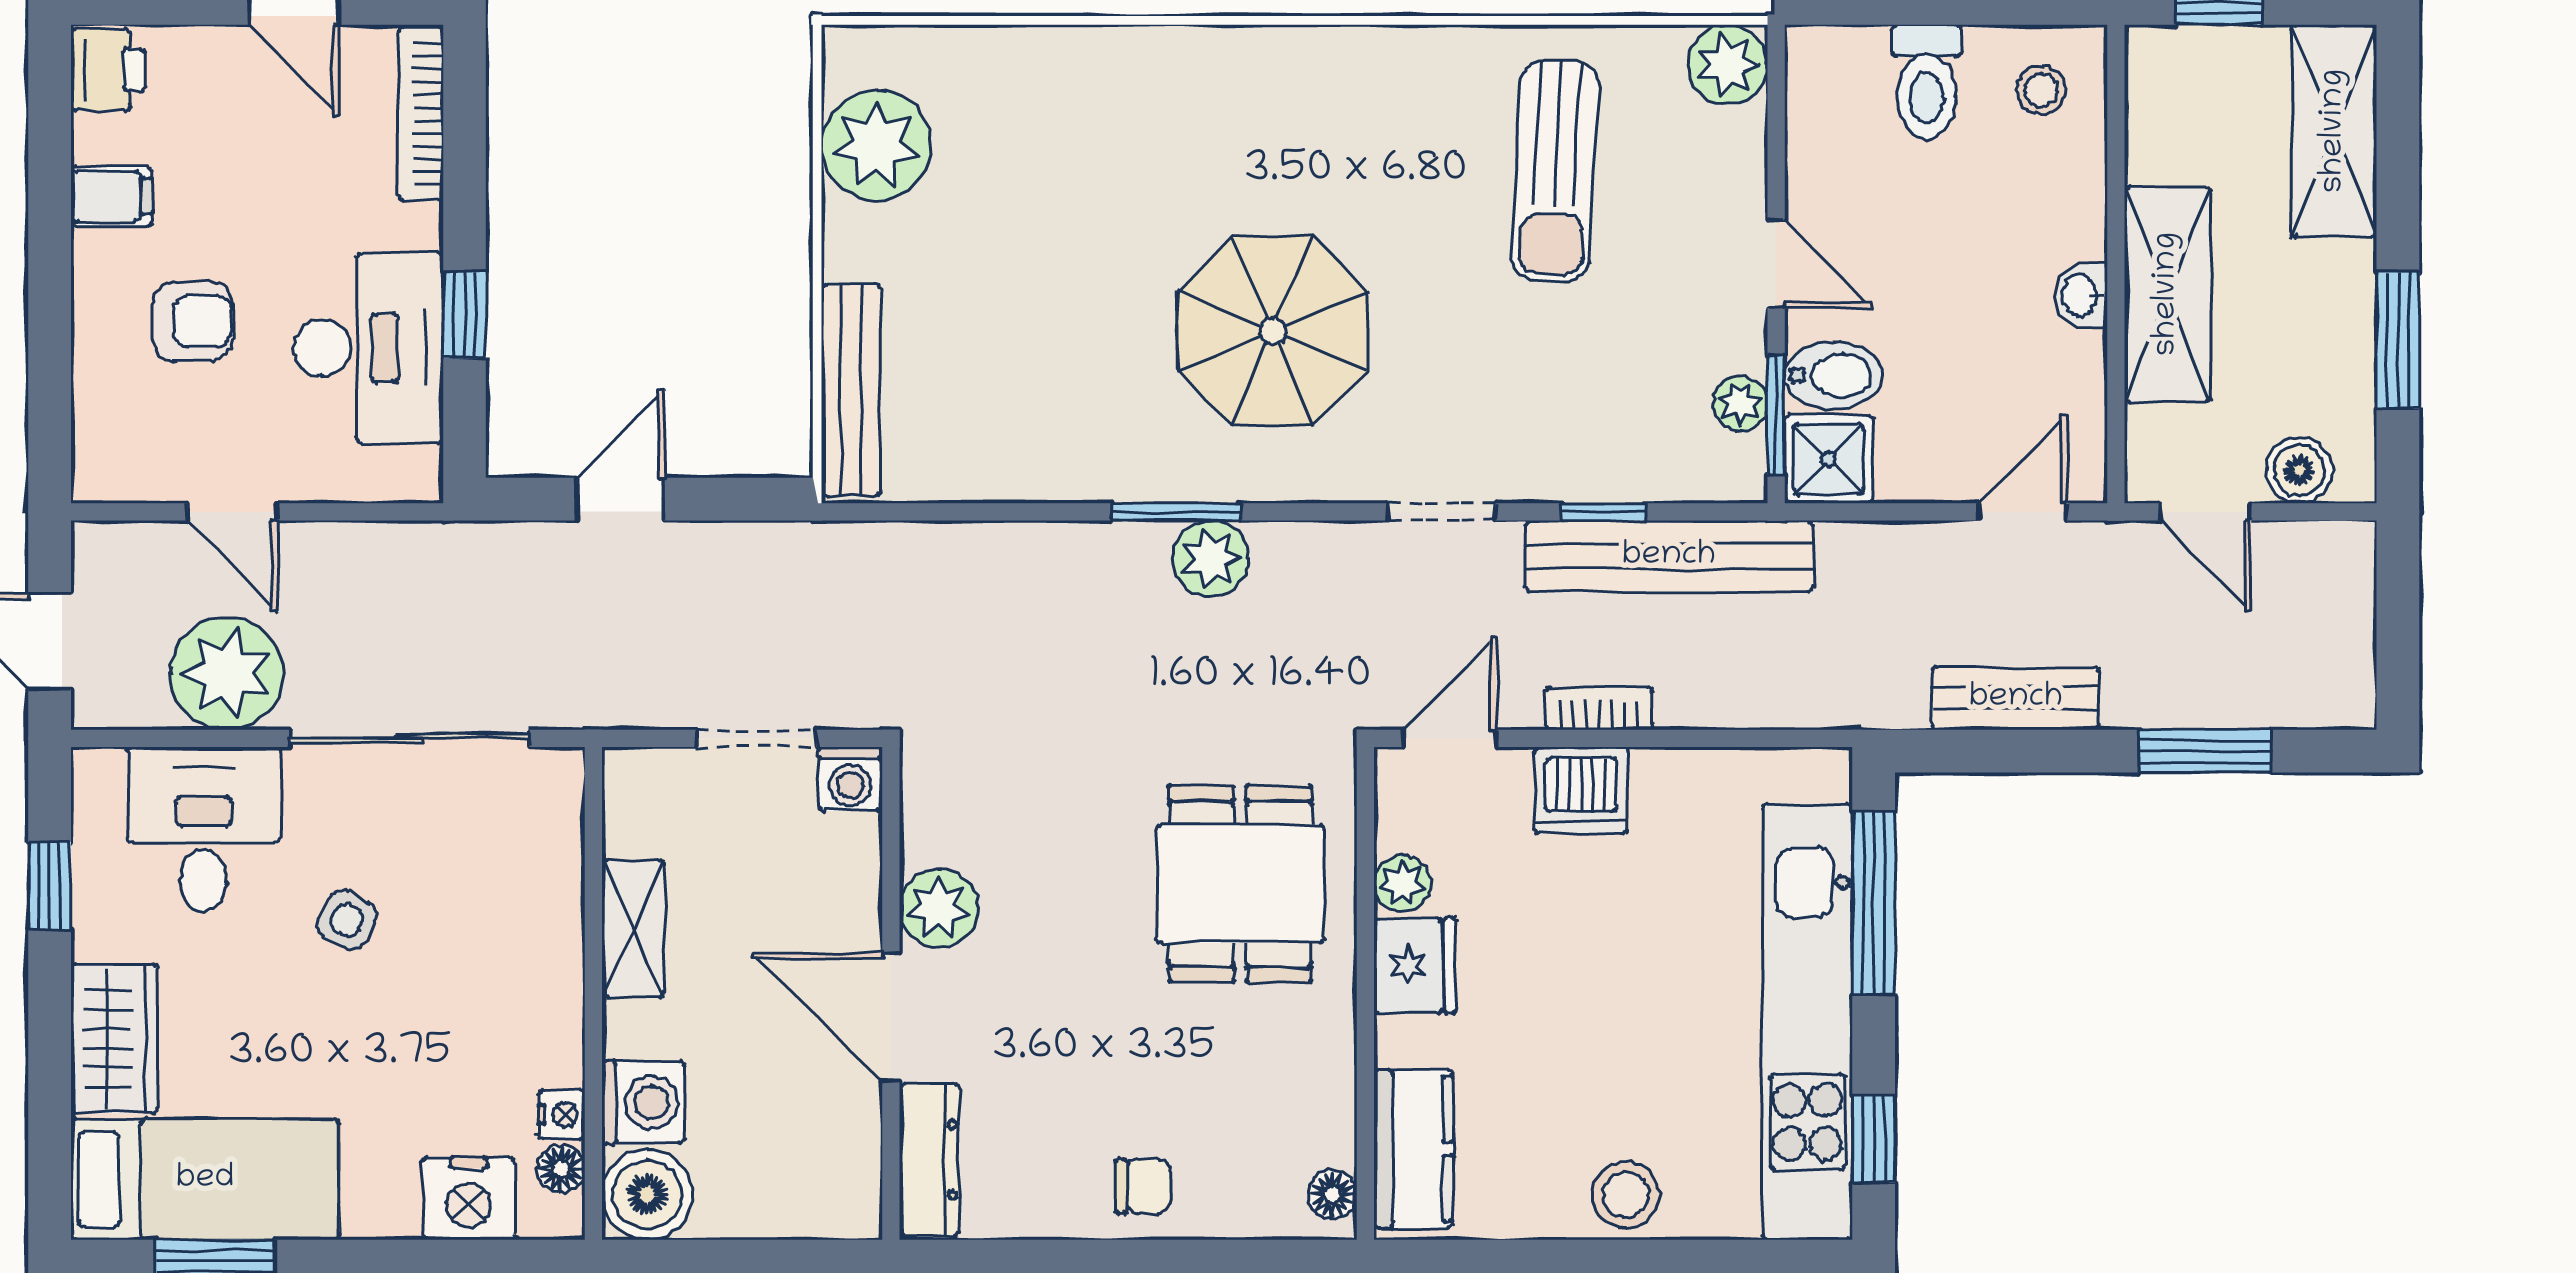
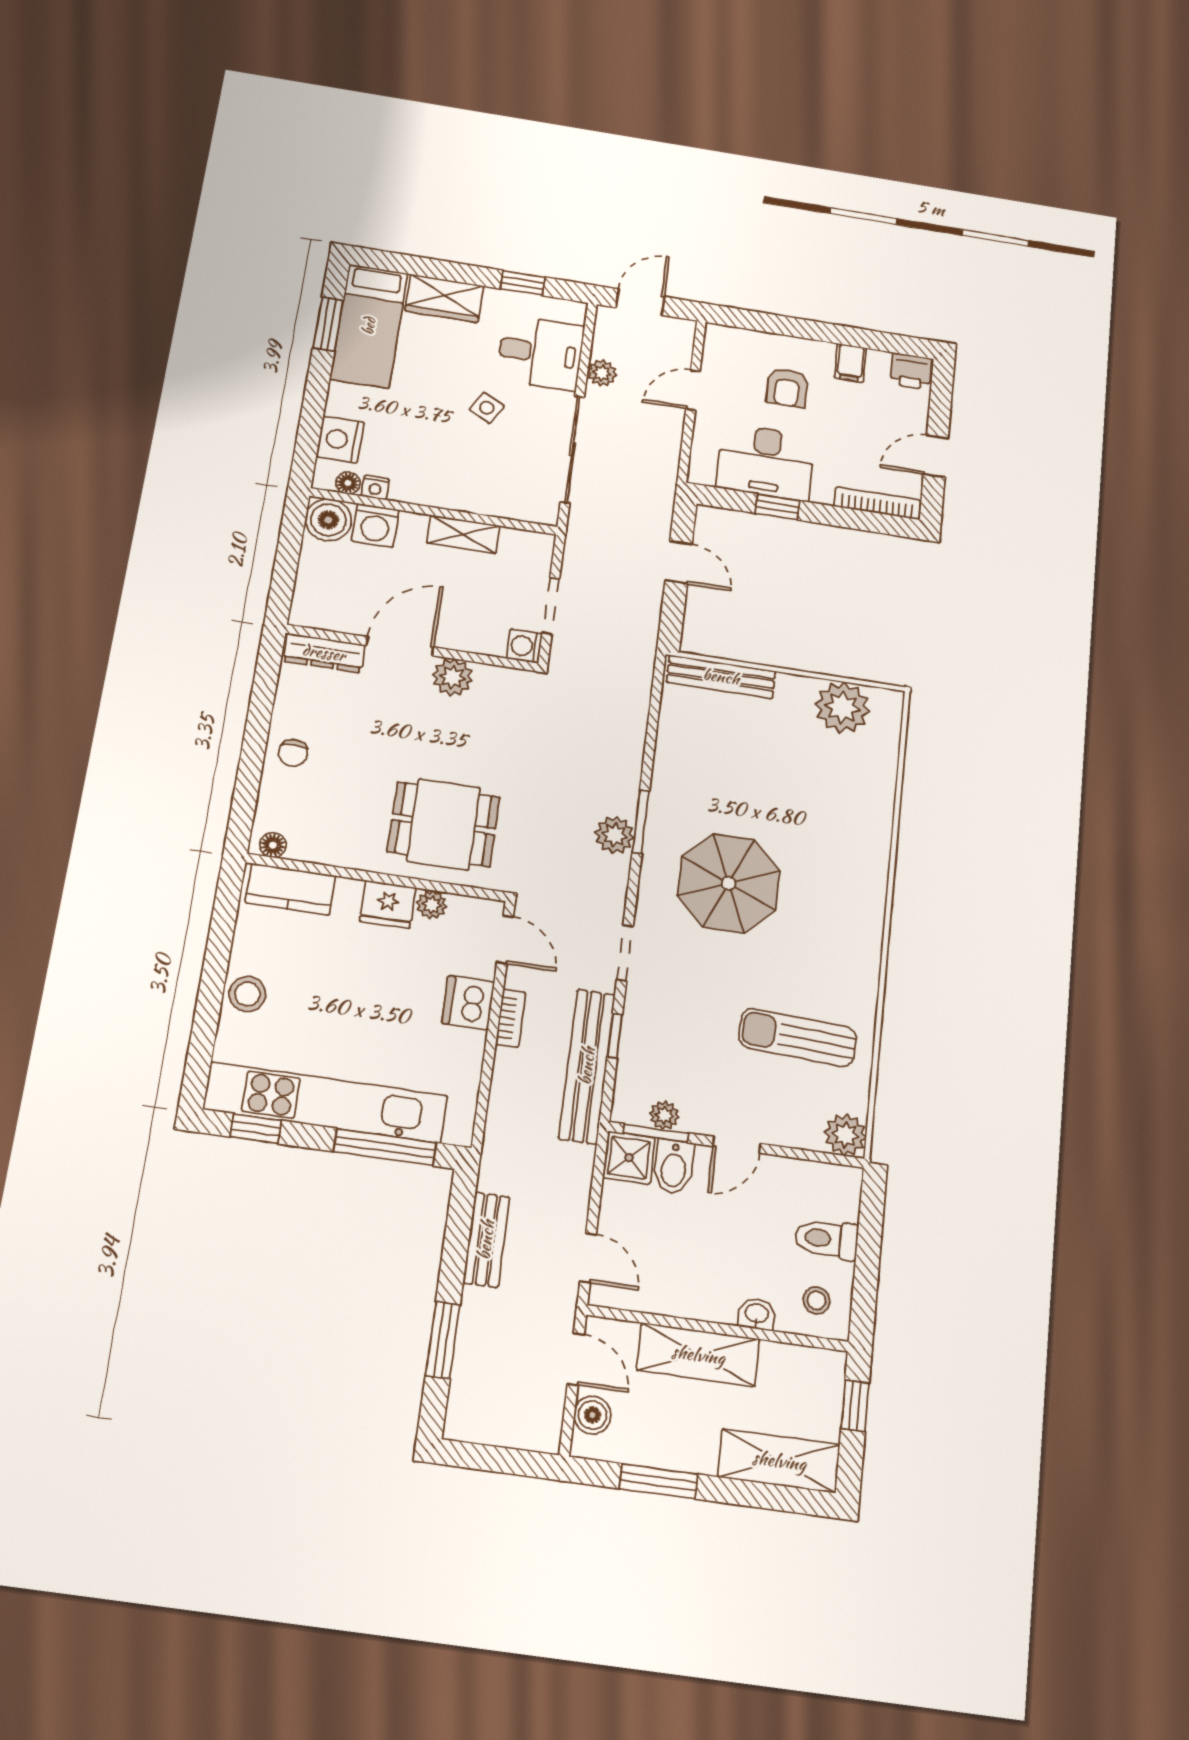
washbasin: (2081, 295) -> (757, 1314), moved
door: (2206, 512) -> (576, 1359), swing flipped
plant: (227, 673) -> (602, 373), width x0.53, depth x0.53

